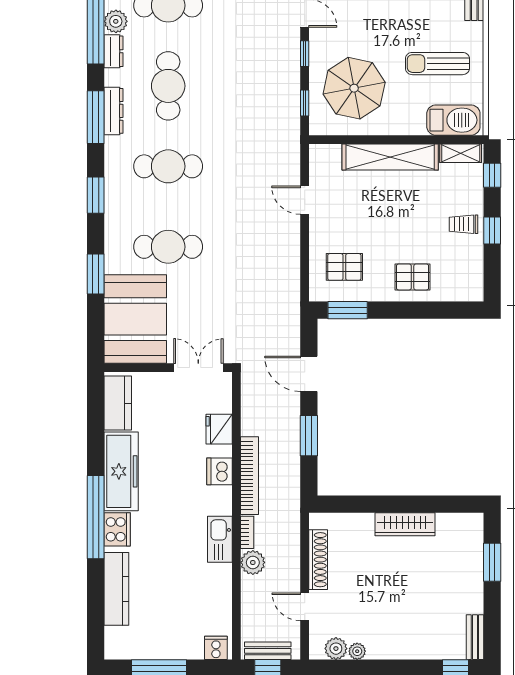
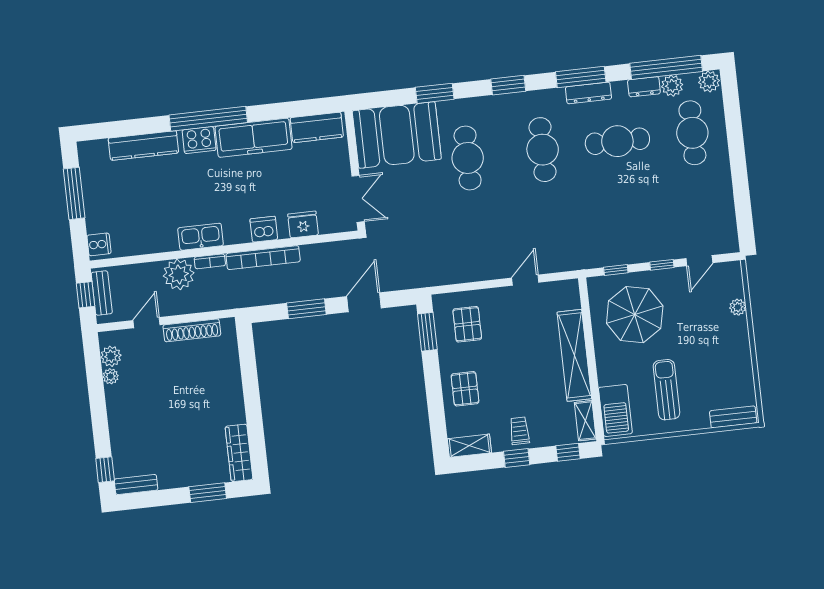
shelving: (473, 279) -> (469, 446), added
wardrobe: (405, 524) -> (239, 453), moved
plant: (253, 562) -> (179, 274), width x1.36, depth x1.36

